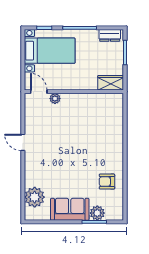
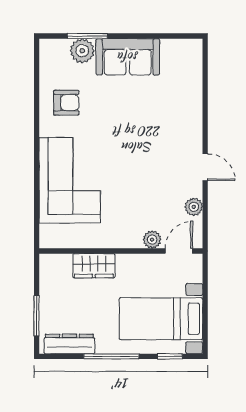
dresser: (110, 35) -> (69, 344), width x1.44
wardrobe: (111, 83) -> (94, 266), moved
door: (39, 92) -> (179, 251), swing flipped
corner sofa: (105, 134) -> (70, 180), added
plant: (35, 197) -> (194, 207), moved, width x0.53, depth x0.53

